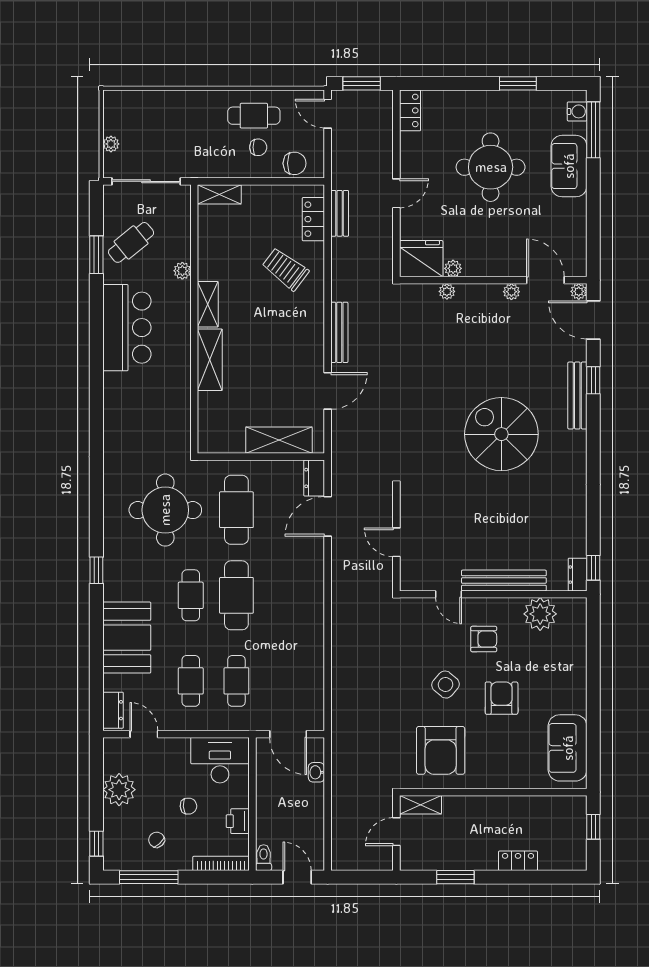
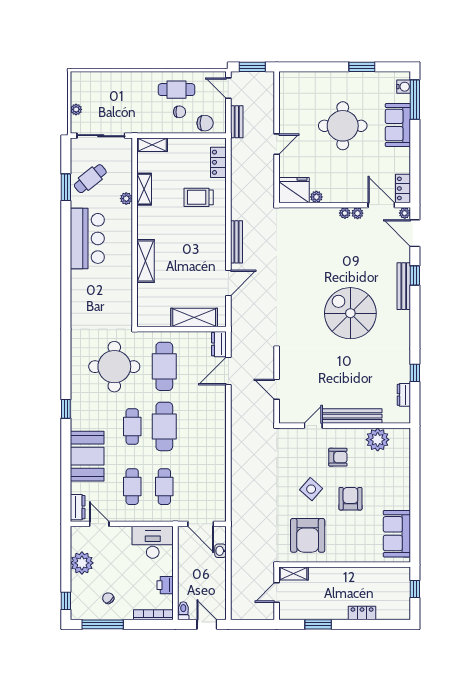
locker: (410, 110) -> (403, 188), moved, turned 180
bench: (340, 213) -> (237, 122), moved
trolley: (285, 269) -> (199, 197), turned -37
plant: (447, 291) -> (345, 213), moved
shelving: (208, 304) -> (144, 189), moved
window: (593, 568) -> (415, 373), moved
dresser: (578, 575) -> (404, 395), moved
door: (448, 594) -> (313, 426), swing flipped
chair: (188, 806) -> (131, 575), removed

